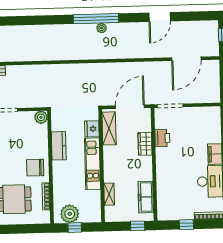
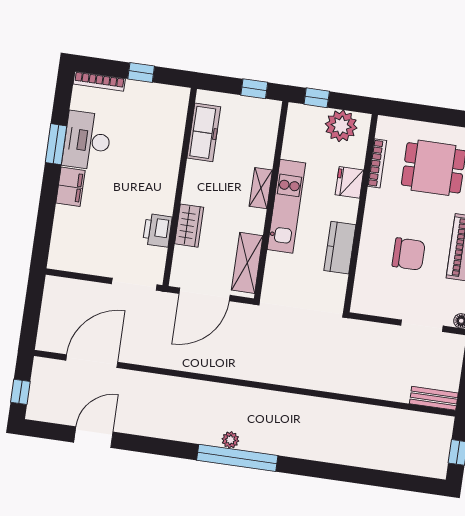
door: (160, 17) -> (93, 437), moved
plant: (41, 117) -> (362, 303), removed
fridge: (92, 129) -> (349, 182), moved, turned 180
chair: (35, 168) -> (409, 254), moved
shelving: (109, 194) -> (261, 188), moved
window: (138, 226) -> (254, 89), moved
window: (75, 228) -> (317, 98), moved

